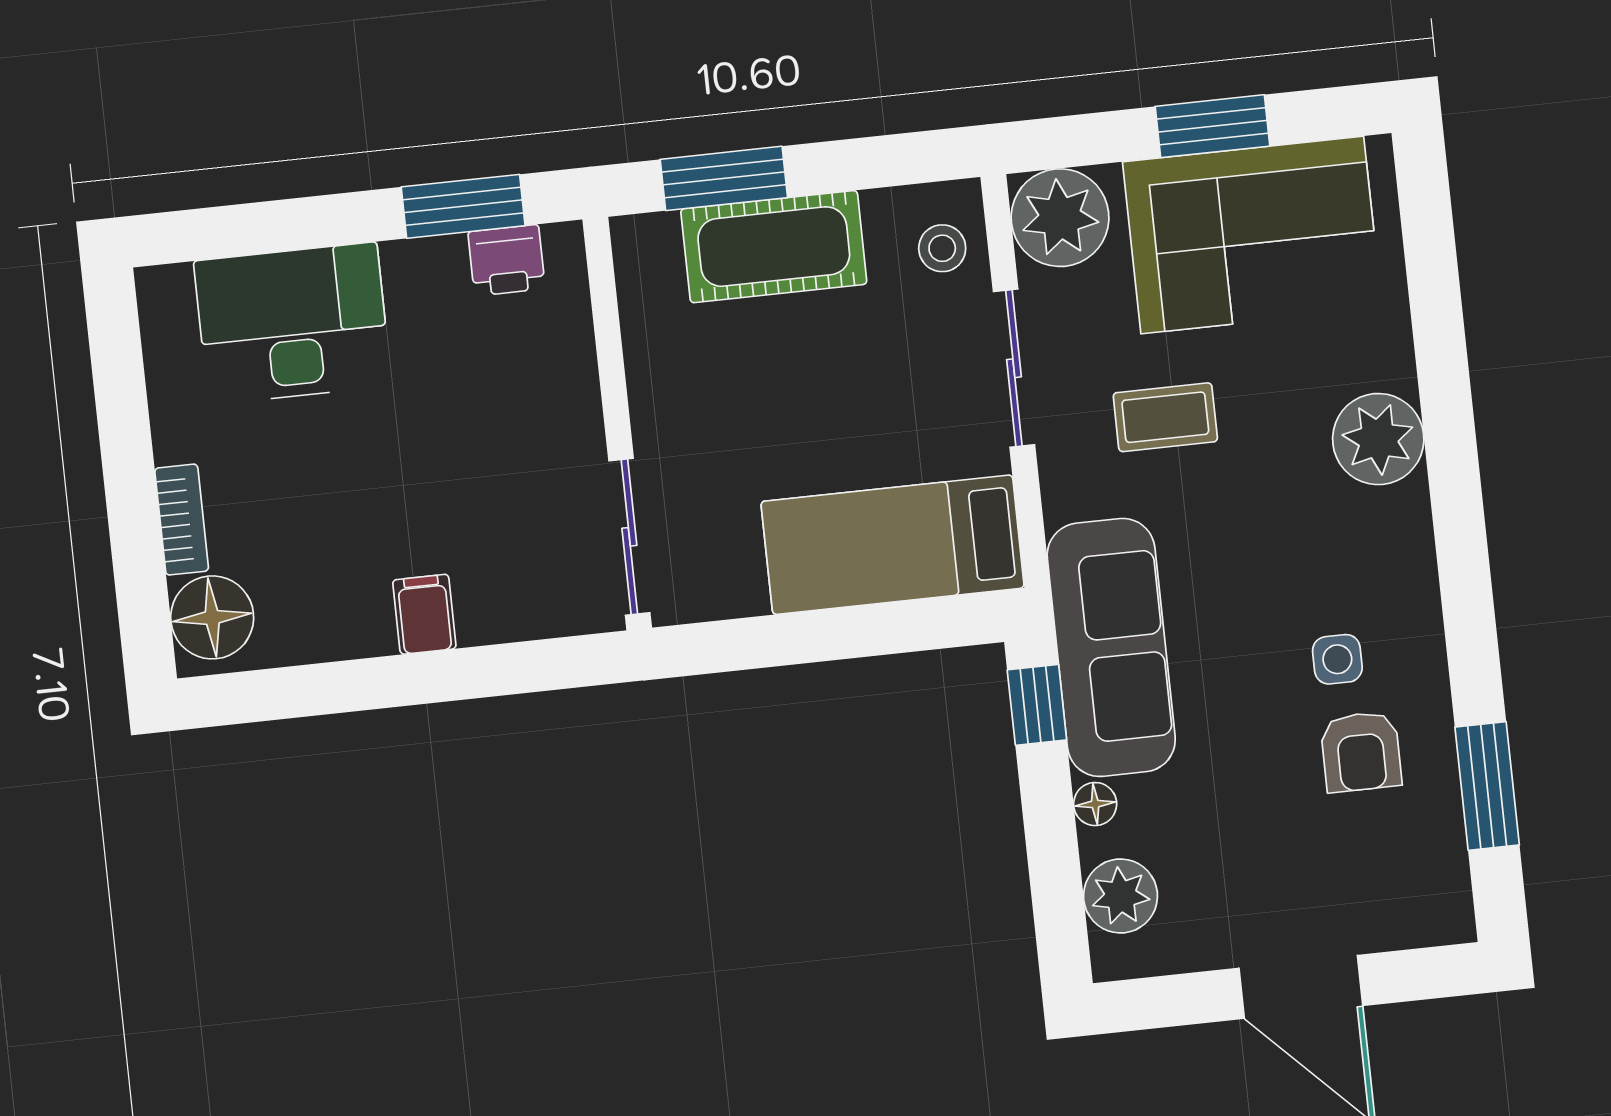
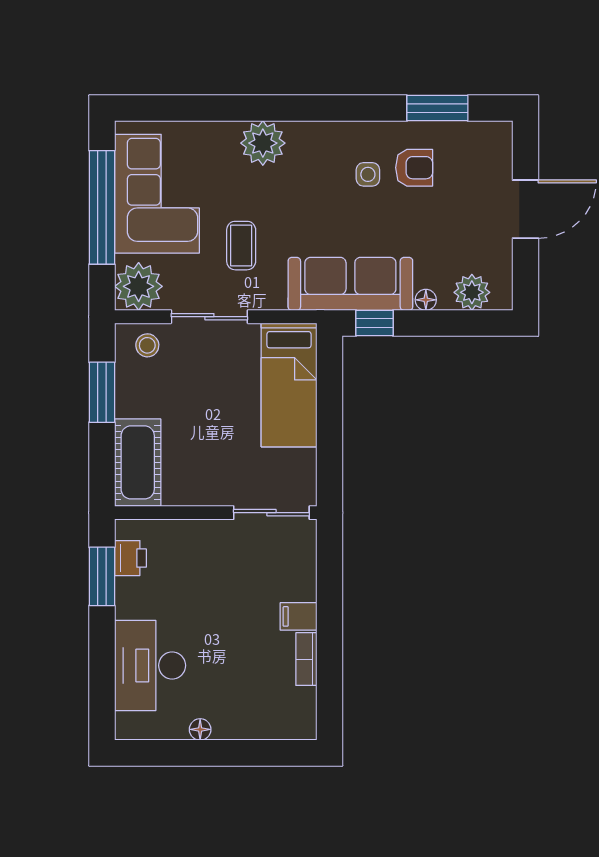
window: (1213, 126) -> (102, 207), width x2.11
window: (724, 178) -> (102, 392), moved
cot: (774, 247) -> (138, 462), moved
bookcase: (182, 520) -> (306, 659), moved, turned -90
floor lamp: (212, 617) -> (200, 729), moved, width x0.53, depth x0.53

